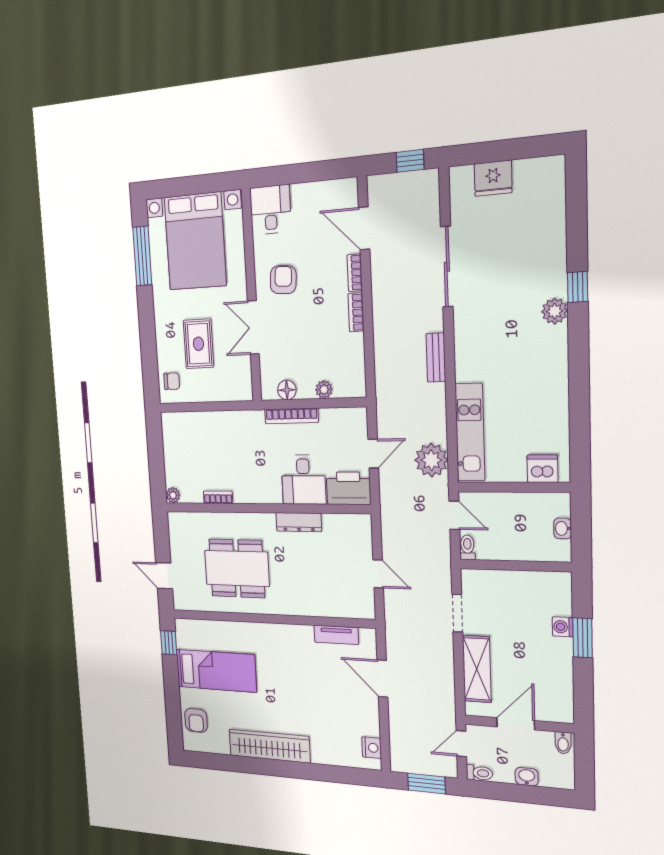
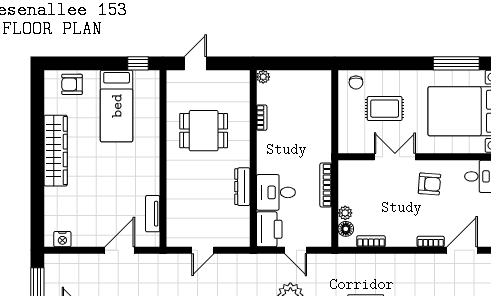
bookcase: (356, 312) -> (371, 241), moved
floor lamp: (287, 390) -> (346, 229), moved
dining table: (237, 568) -> (204, 131), width x0.73

